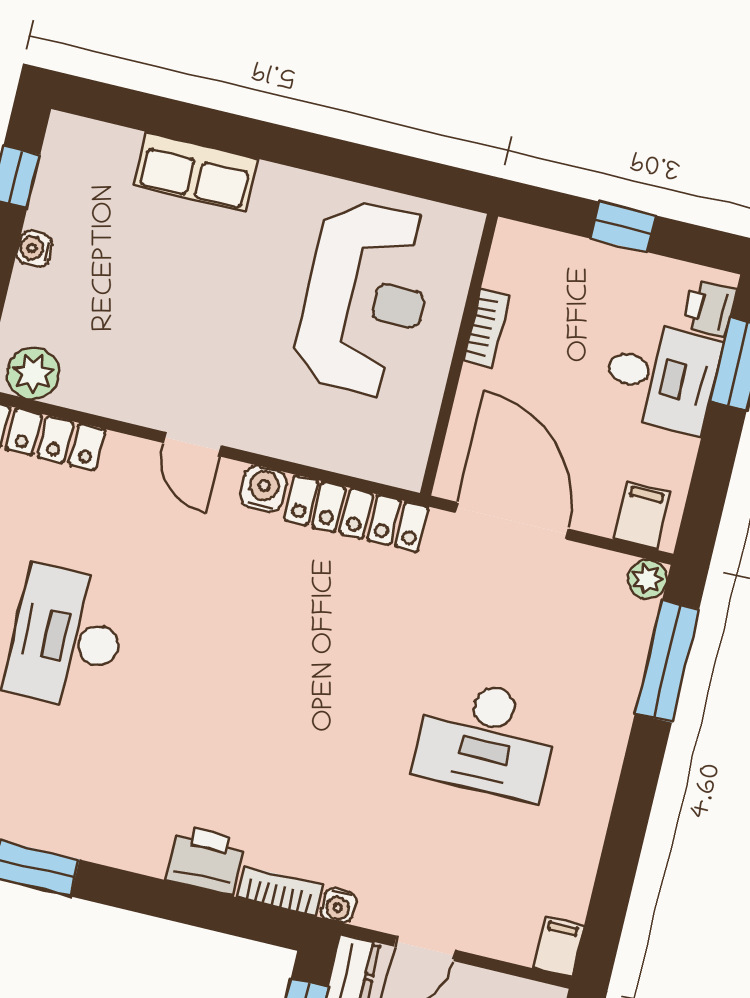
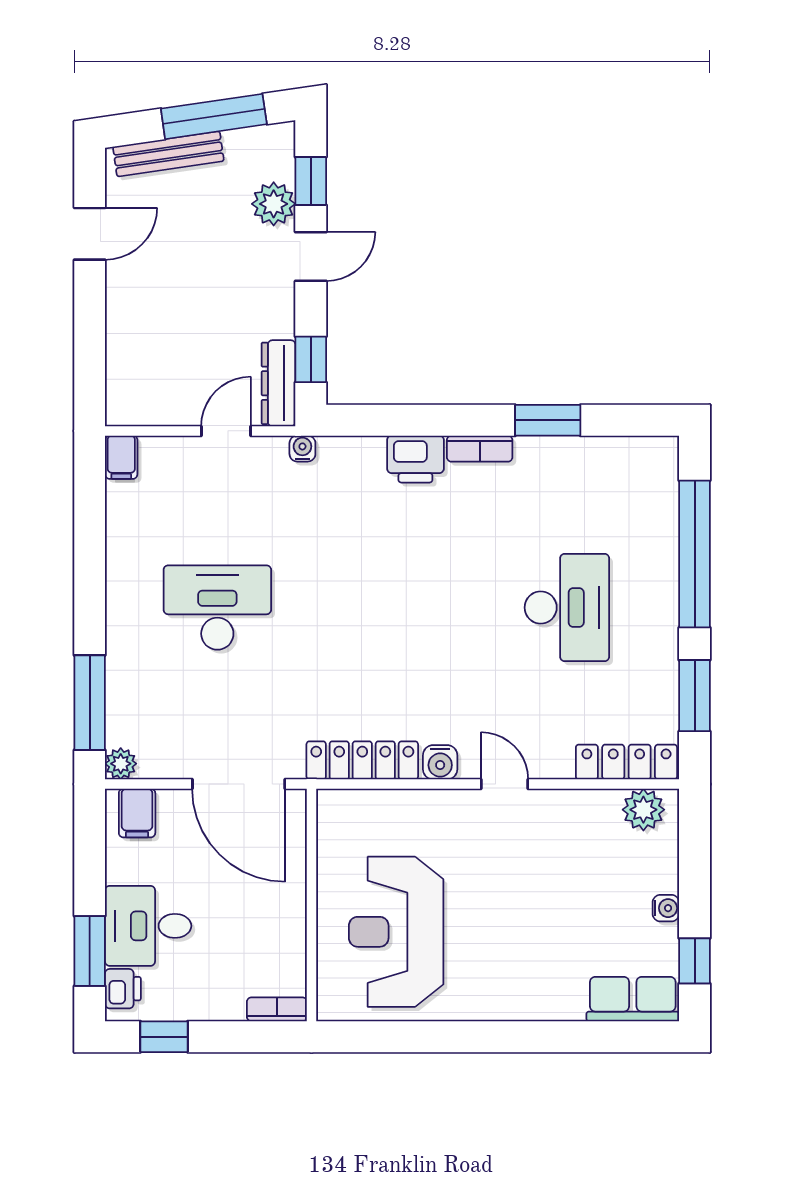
row of seats: (196, 172) -> (633, 999), moved
window: (623, 227) -> (164, 1037), moved
bookcase: (486, 328) -> (277, 1009), moved, turned 90
bookcase: (280, 891) -> (480, 449), moved

